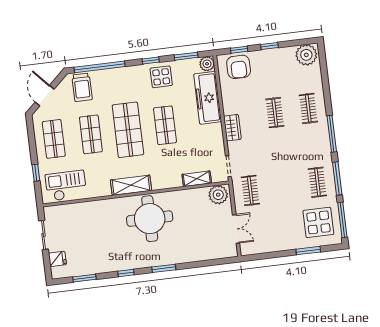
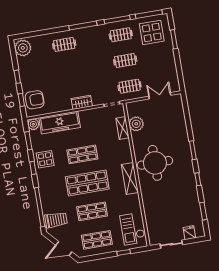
clothes rail: (275, 113) -> (125, 60), moved
plant: (218, 195) -> (136, 124), moved

